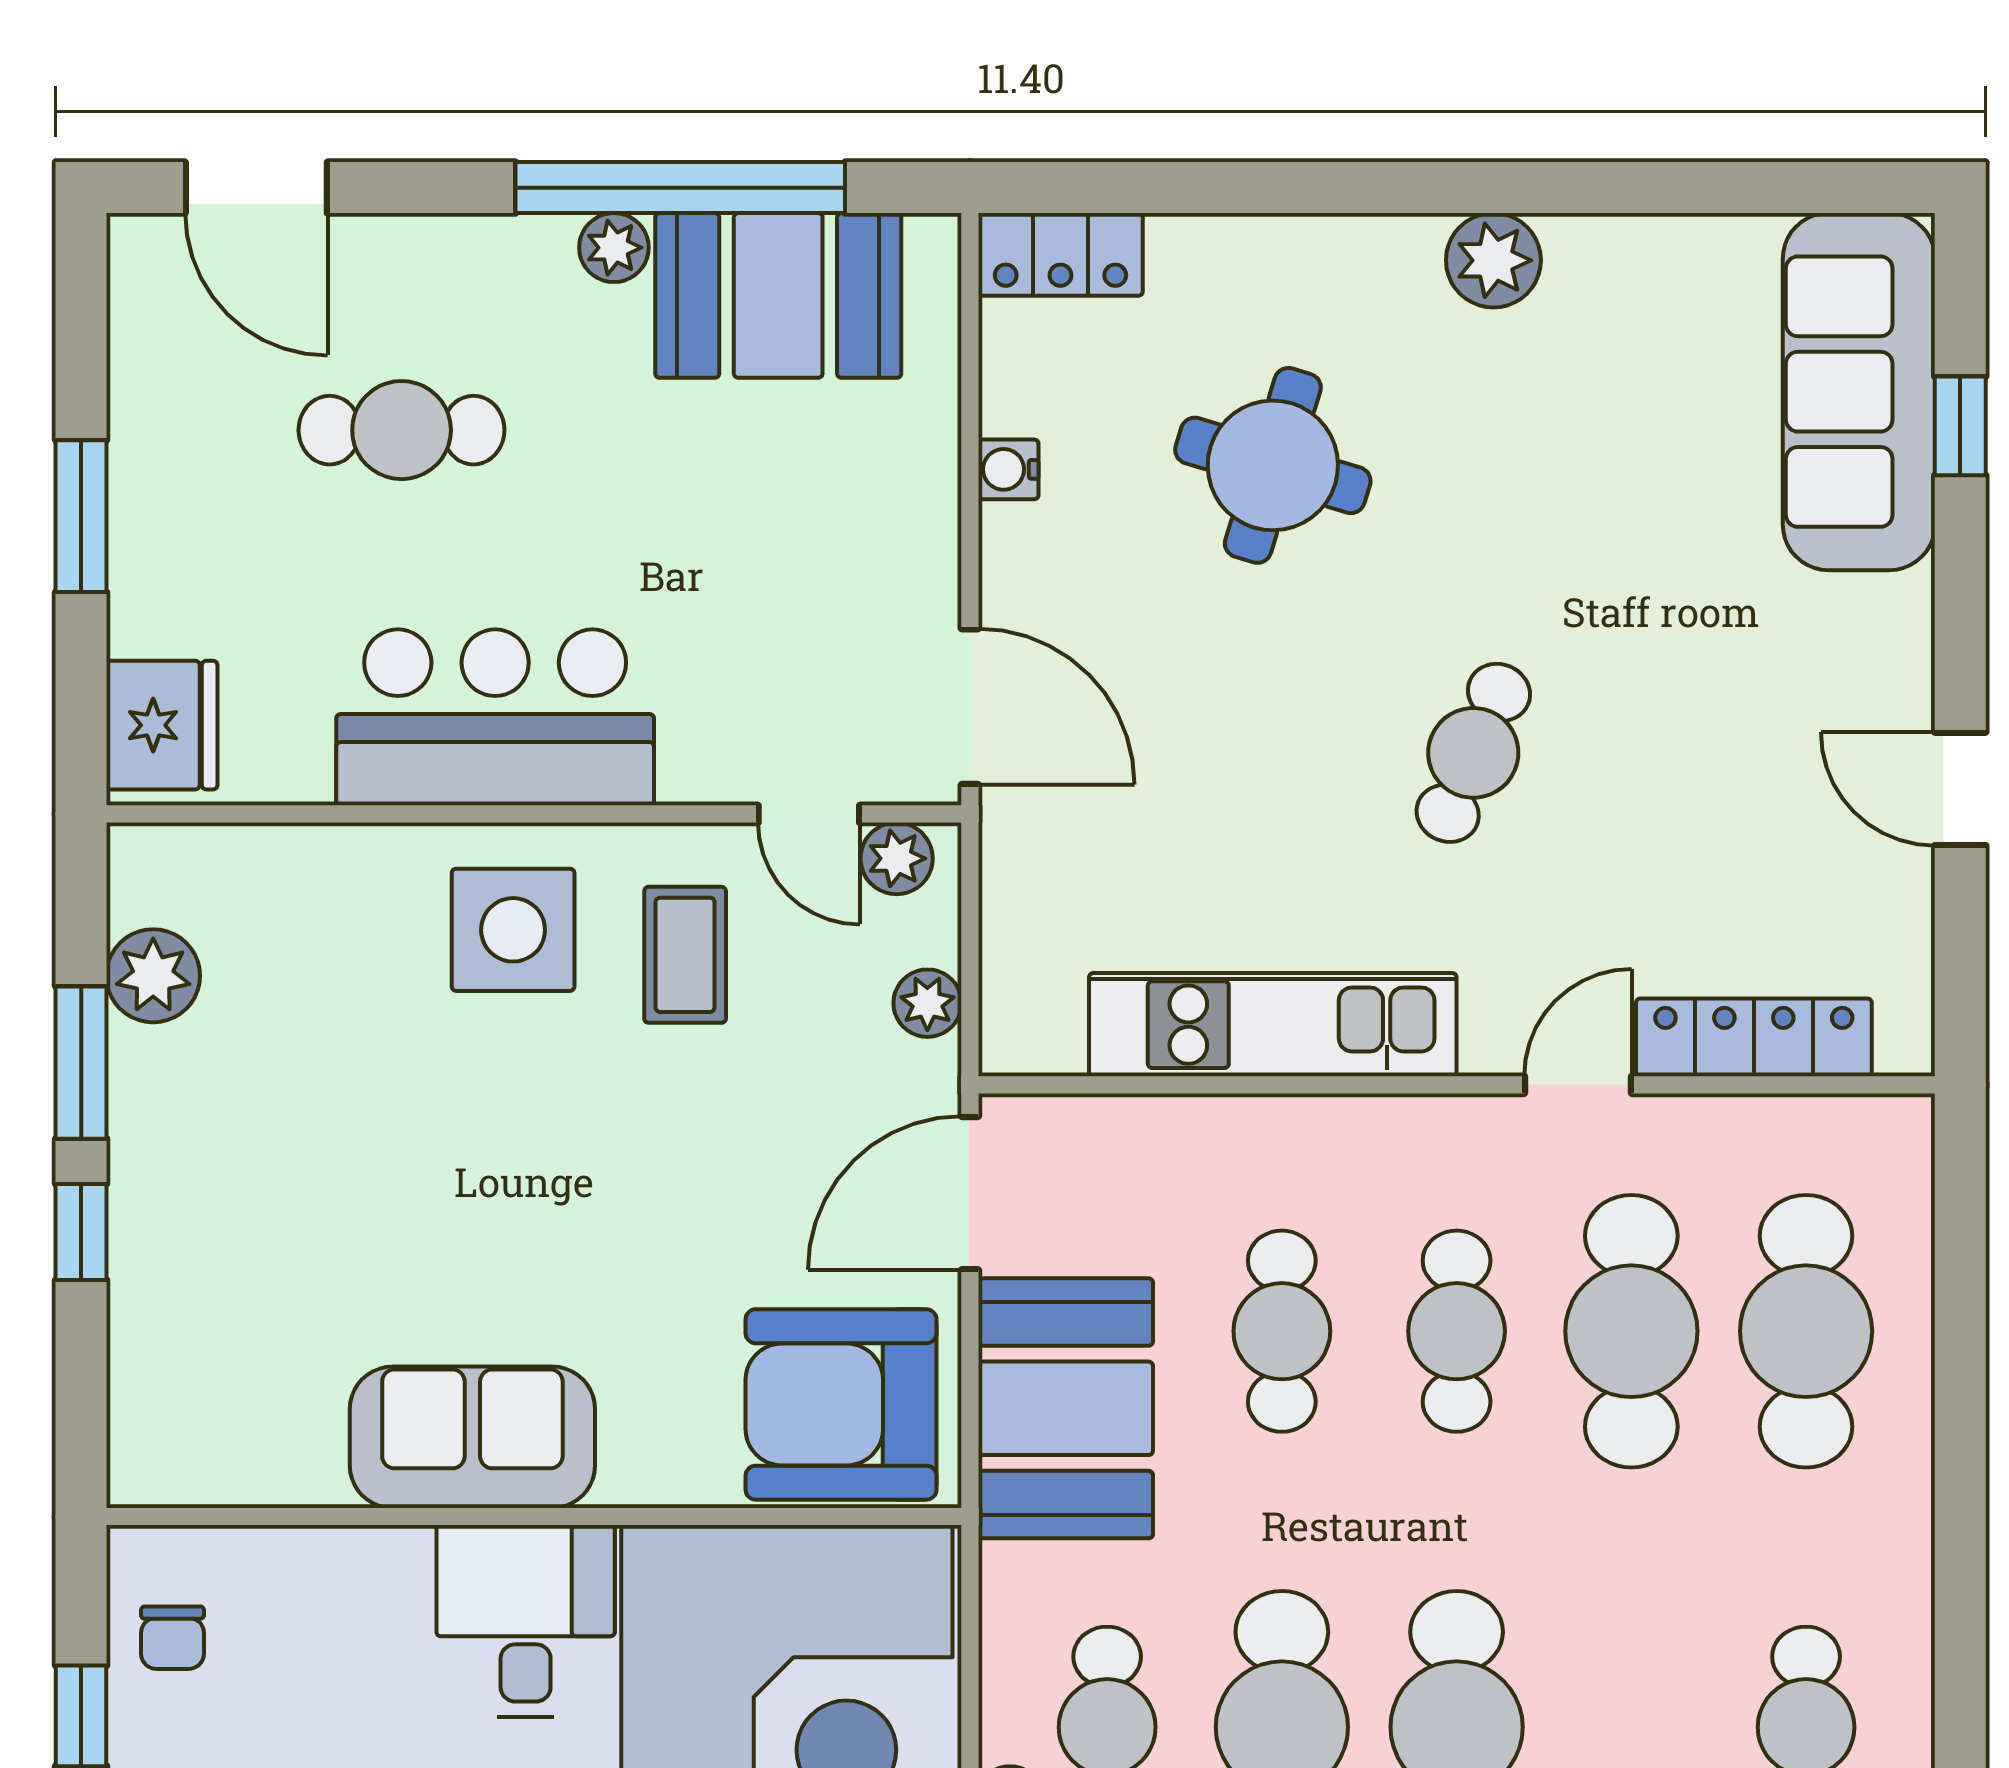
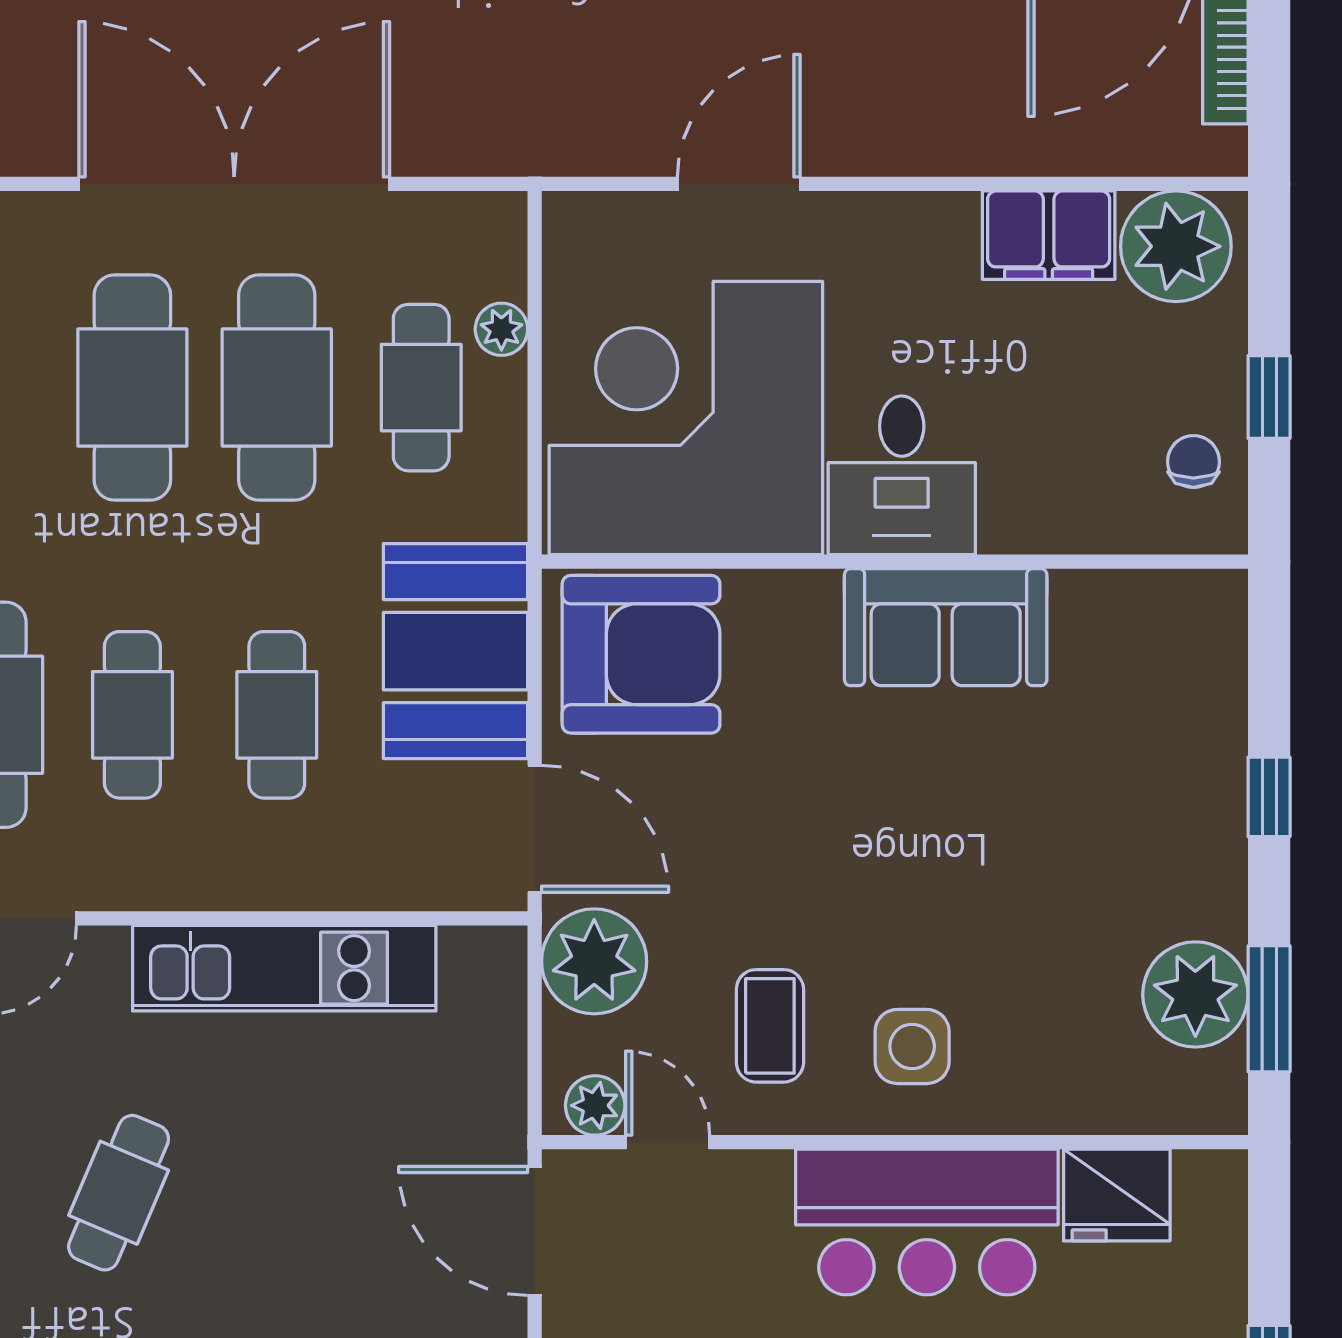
fridge: (162, 725) -> (1117, 1195), moved, turned -90
side table: (513, 930) -> (912, 1046), width x0.73, depth x0.73
plant: (153, 976) -> (1195, 994), width x1.36, depth x1.36
plant: (927, 1003) -> (594, 961), width x1.88, depth x1.88
window: (81, 1063) -> (1269, 1009), moved
door: (970, 1193) -> (535, 829), hinge flipped

